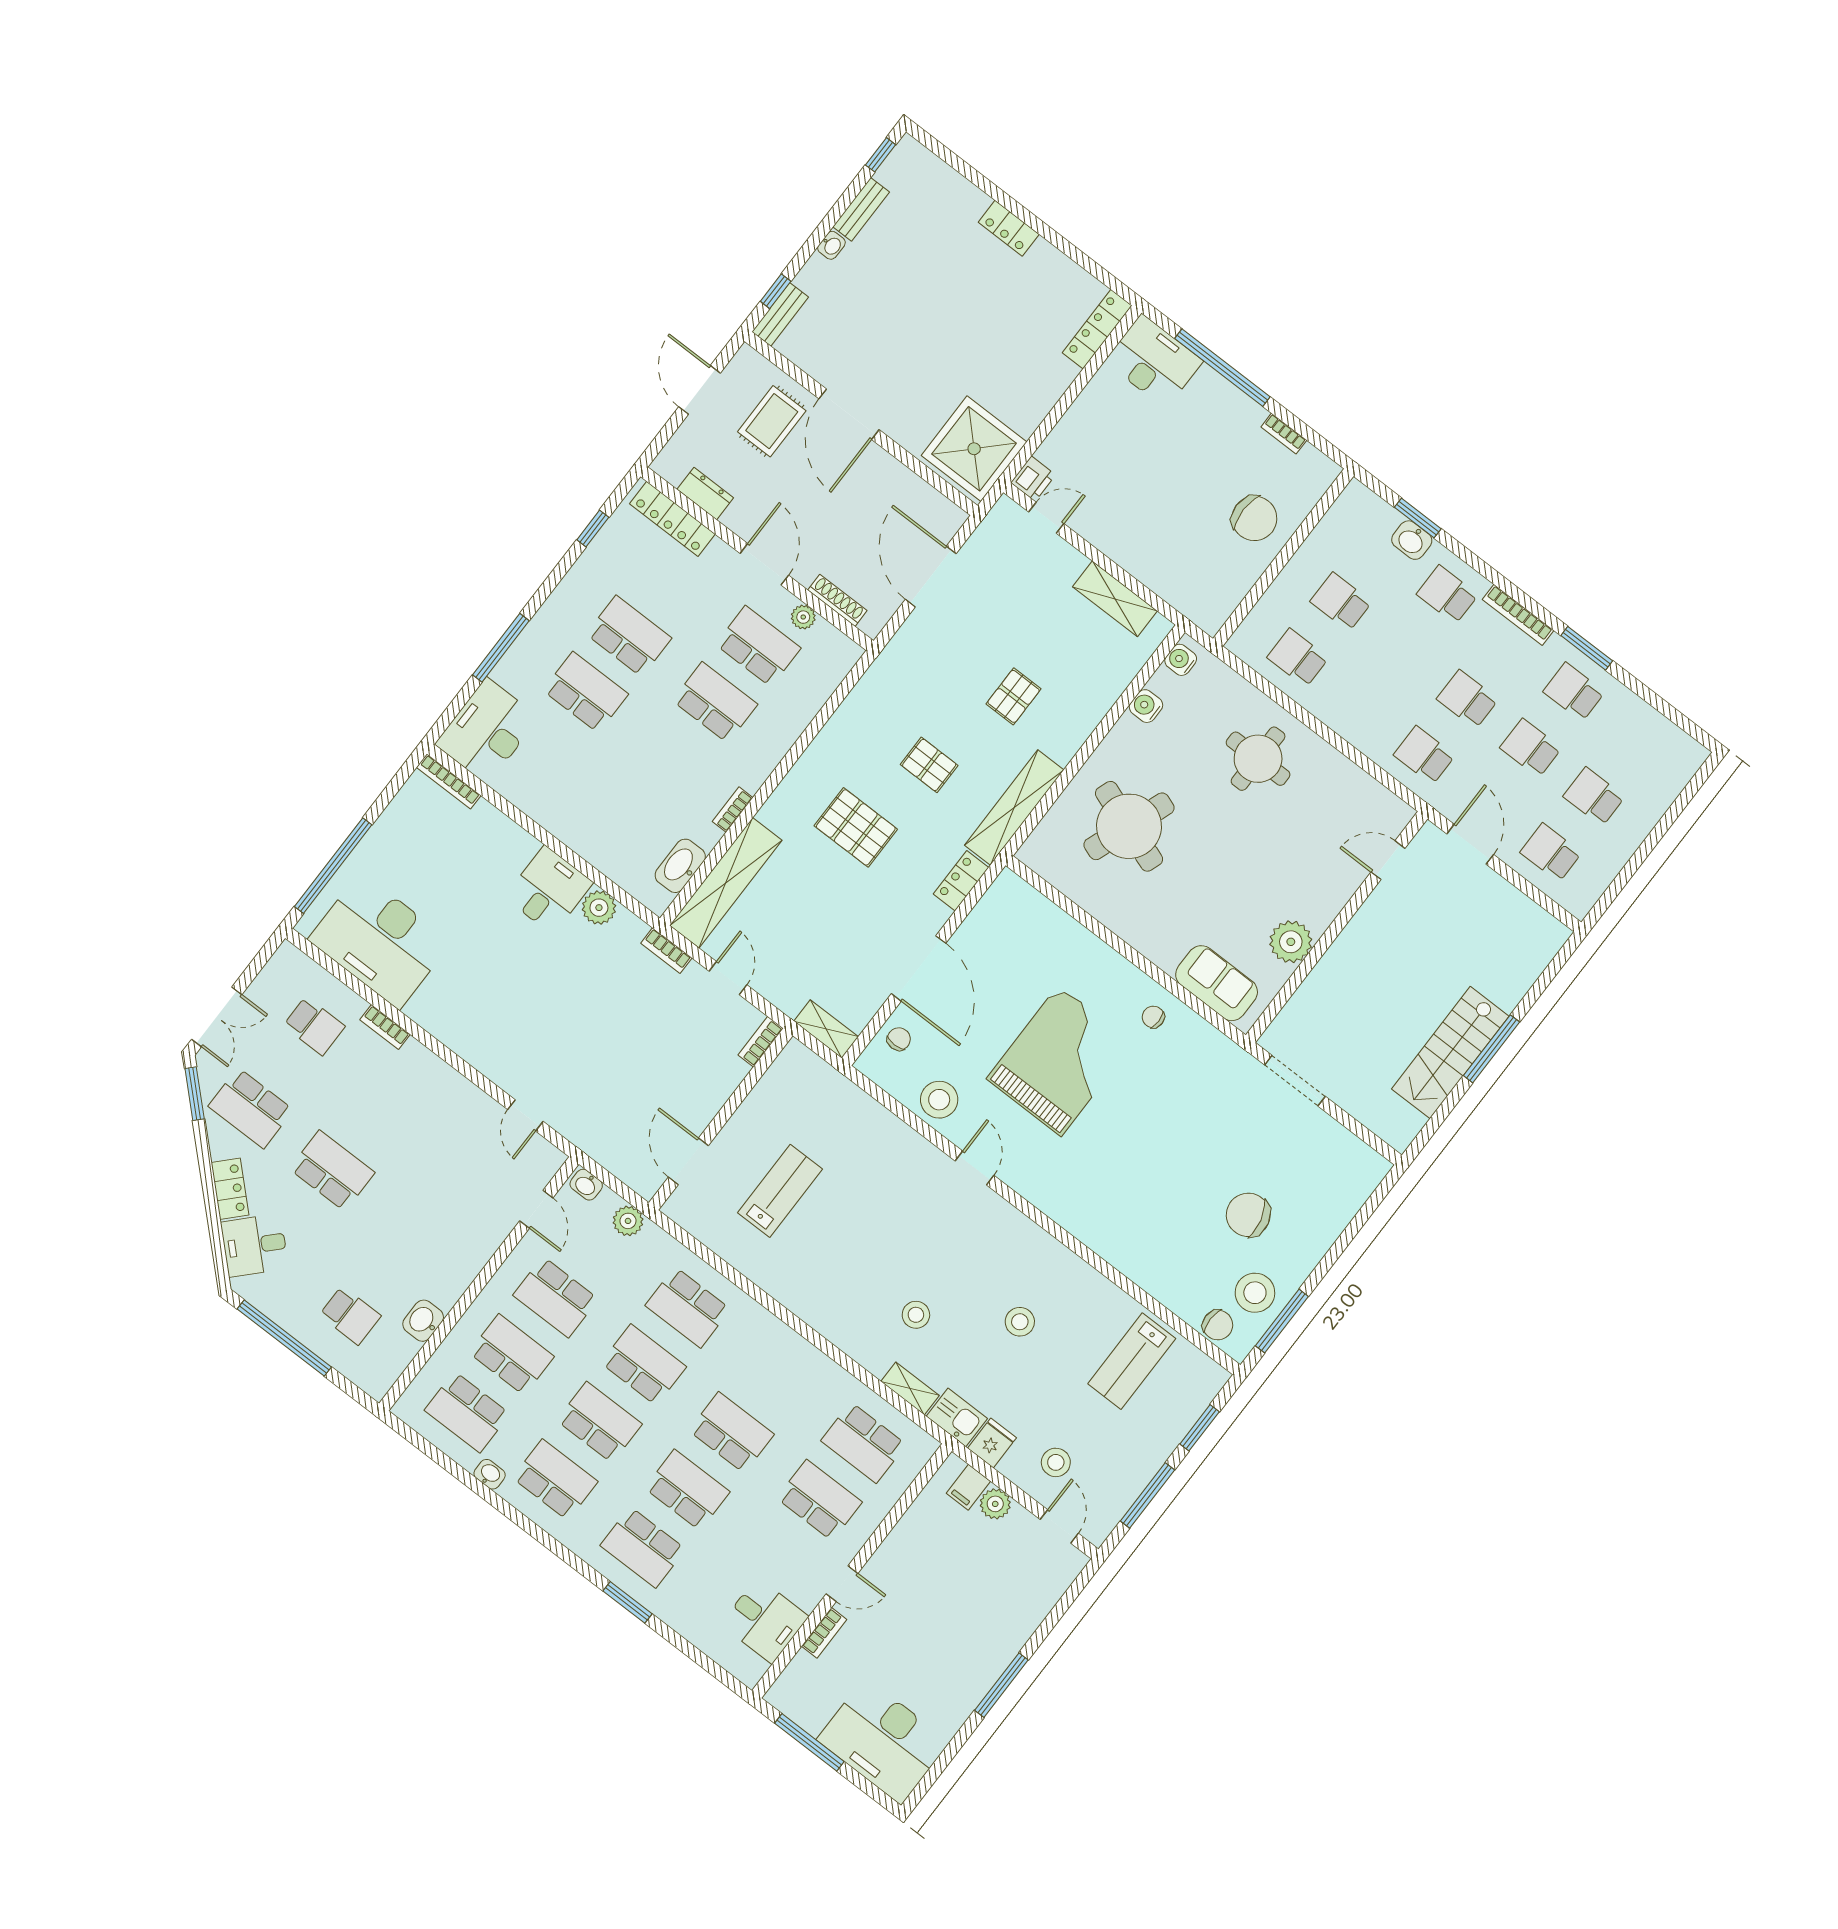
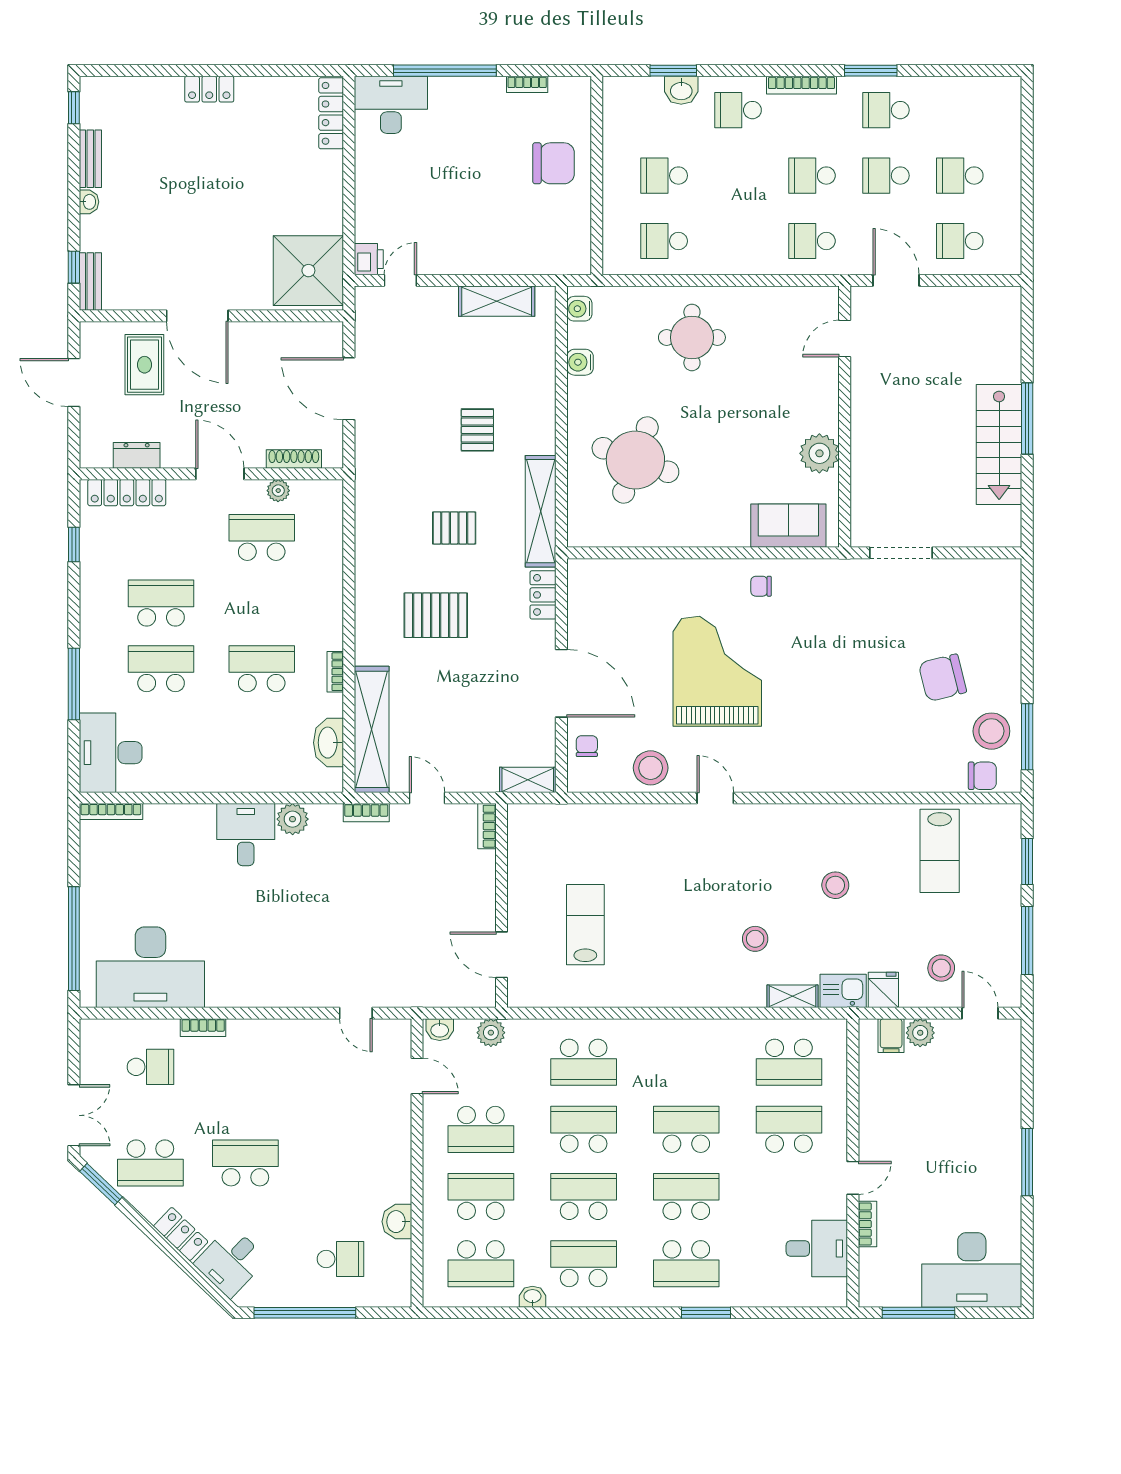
school desk: (715, 702) -> (262, 669), moved

